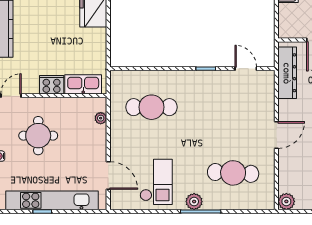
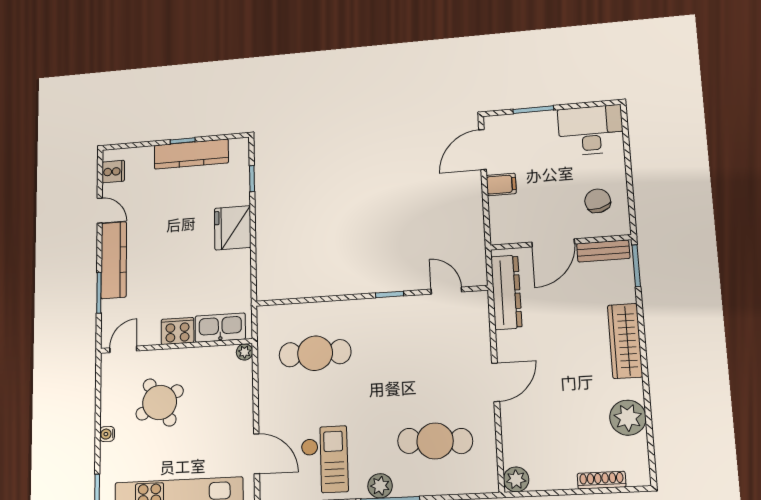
plant: (101, 118) -> (245, 352), moved
round table: (38, 136) -> (160, 402), turned -30

